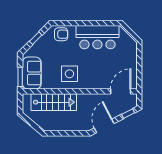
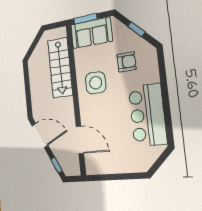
armchair: (61, 34) -> (126, 62), moved, turned -90
door: (121, 91) -> (80, 140), moved

